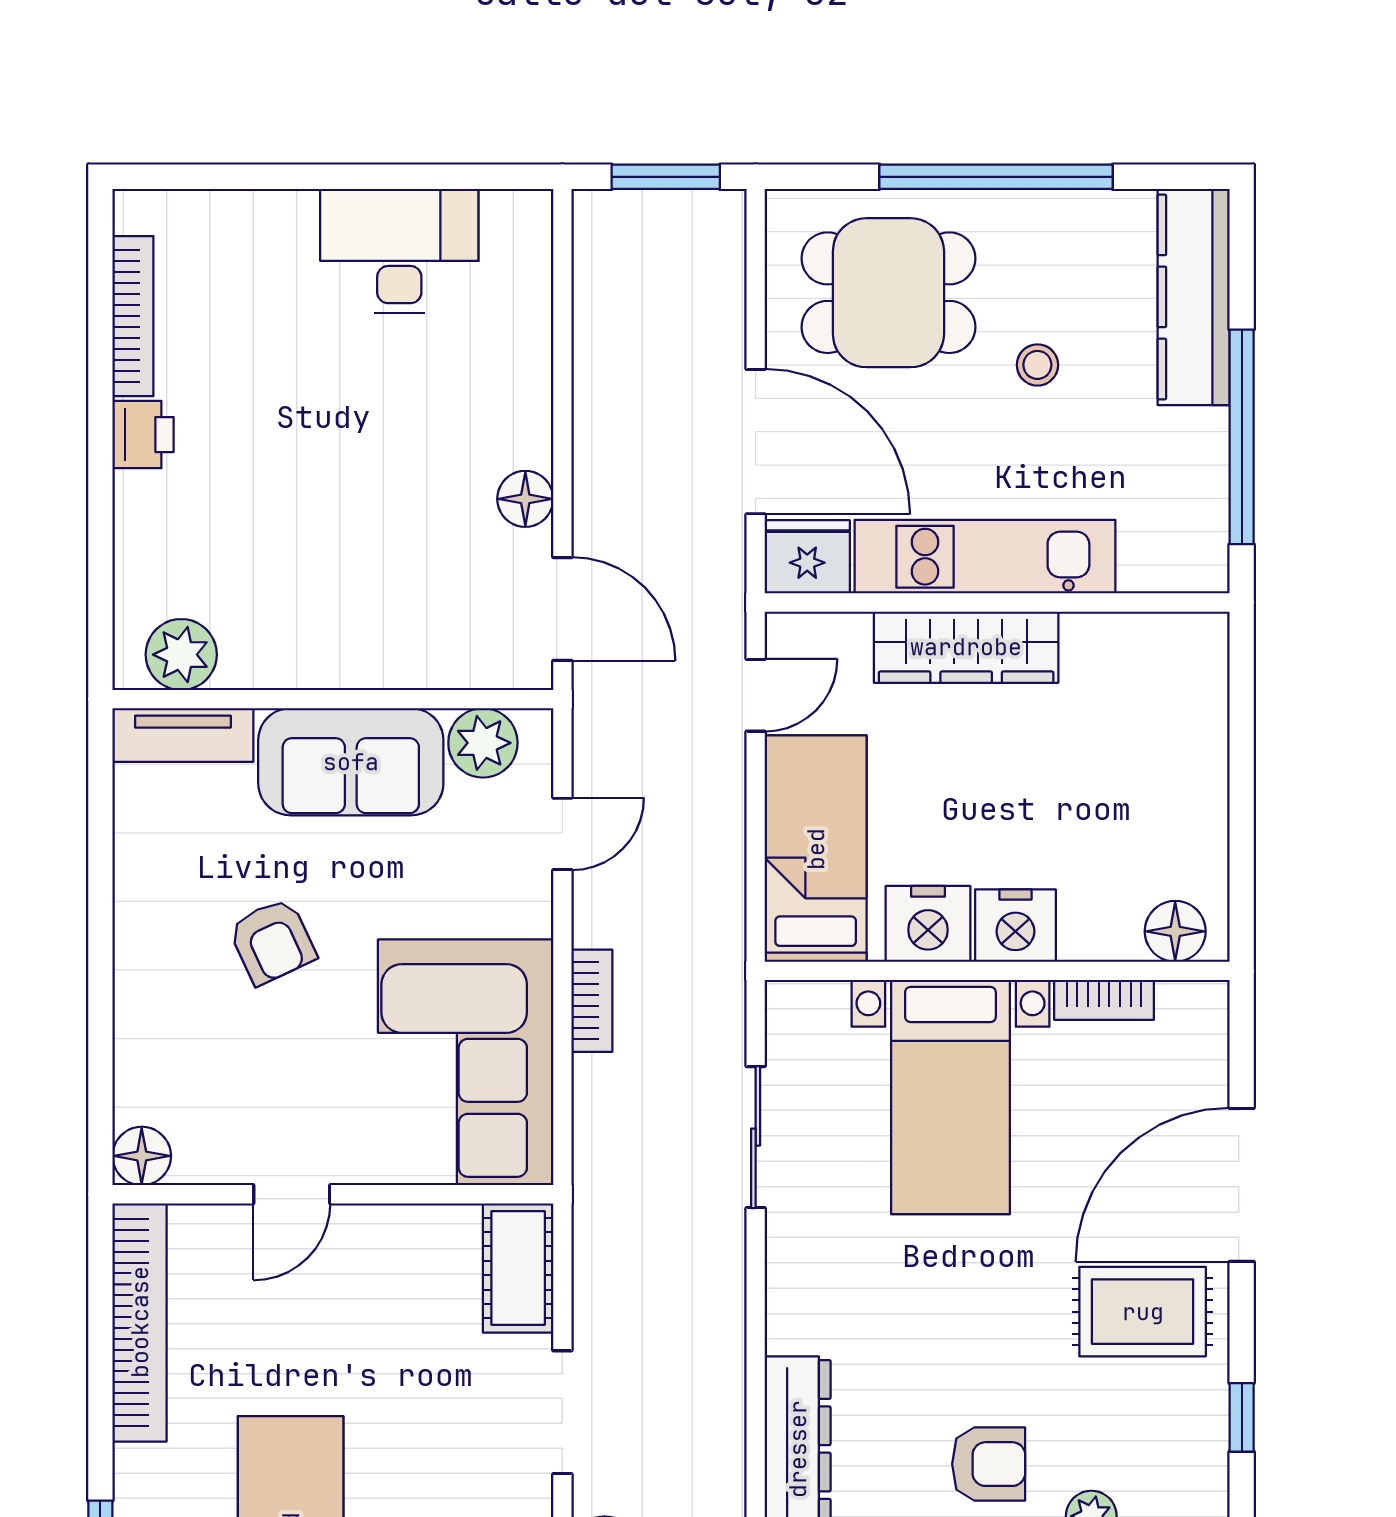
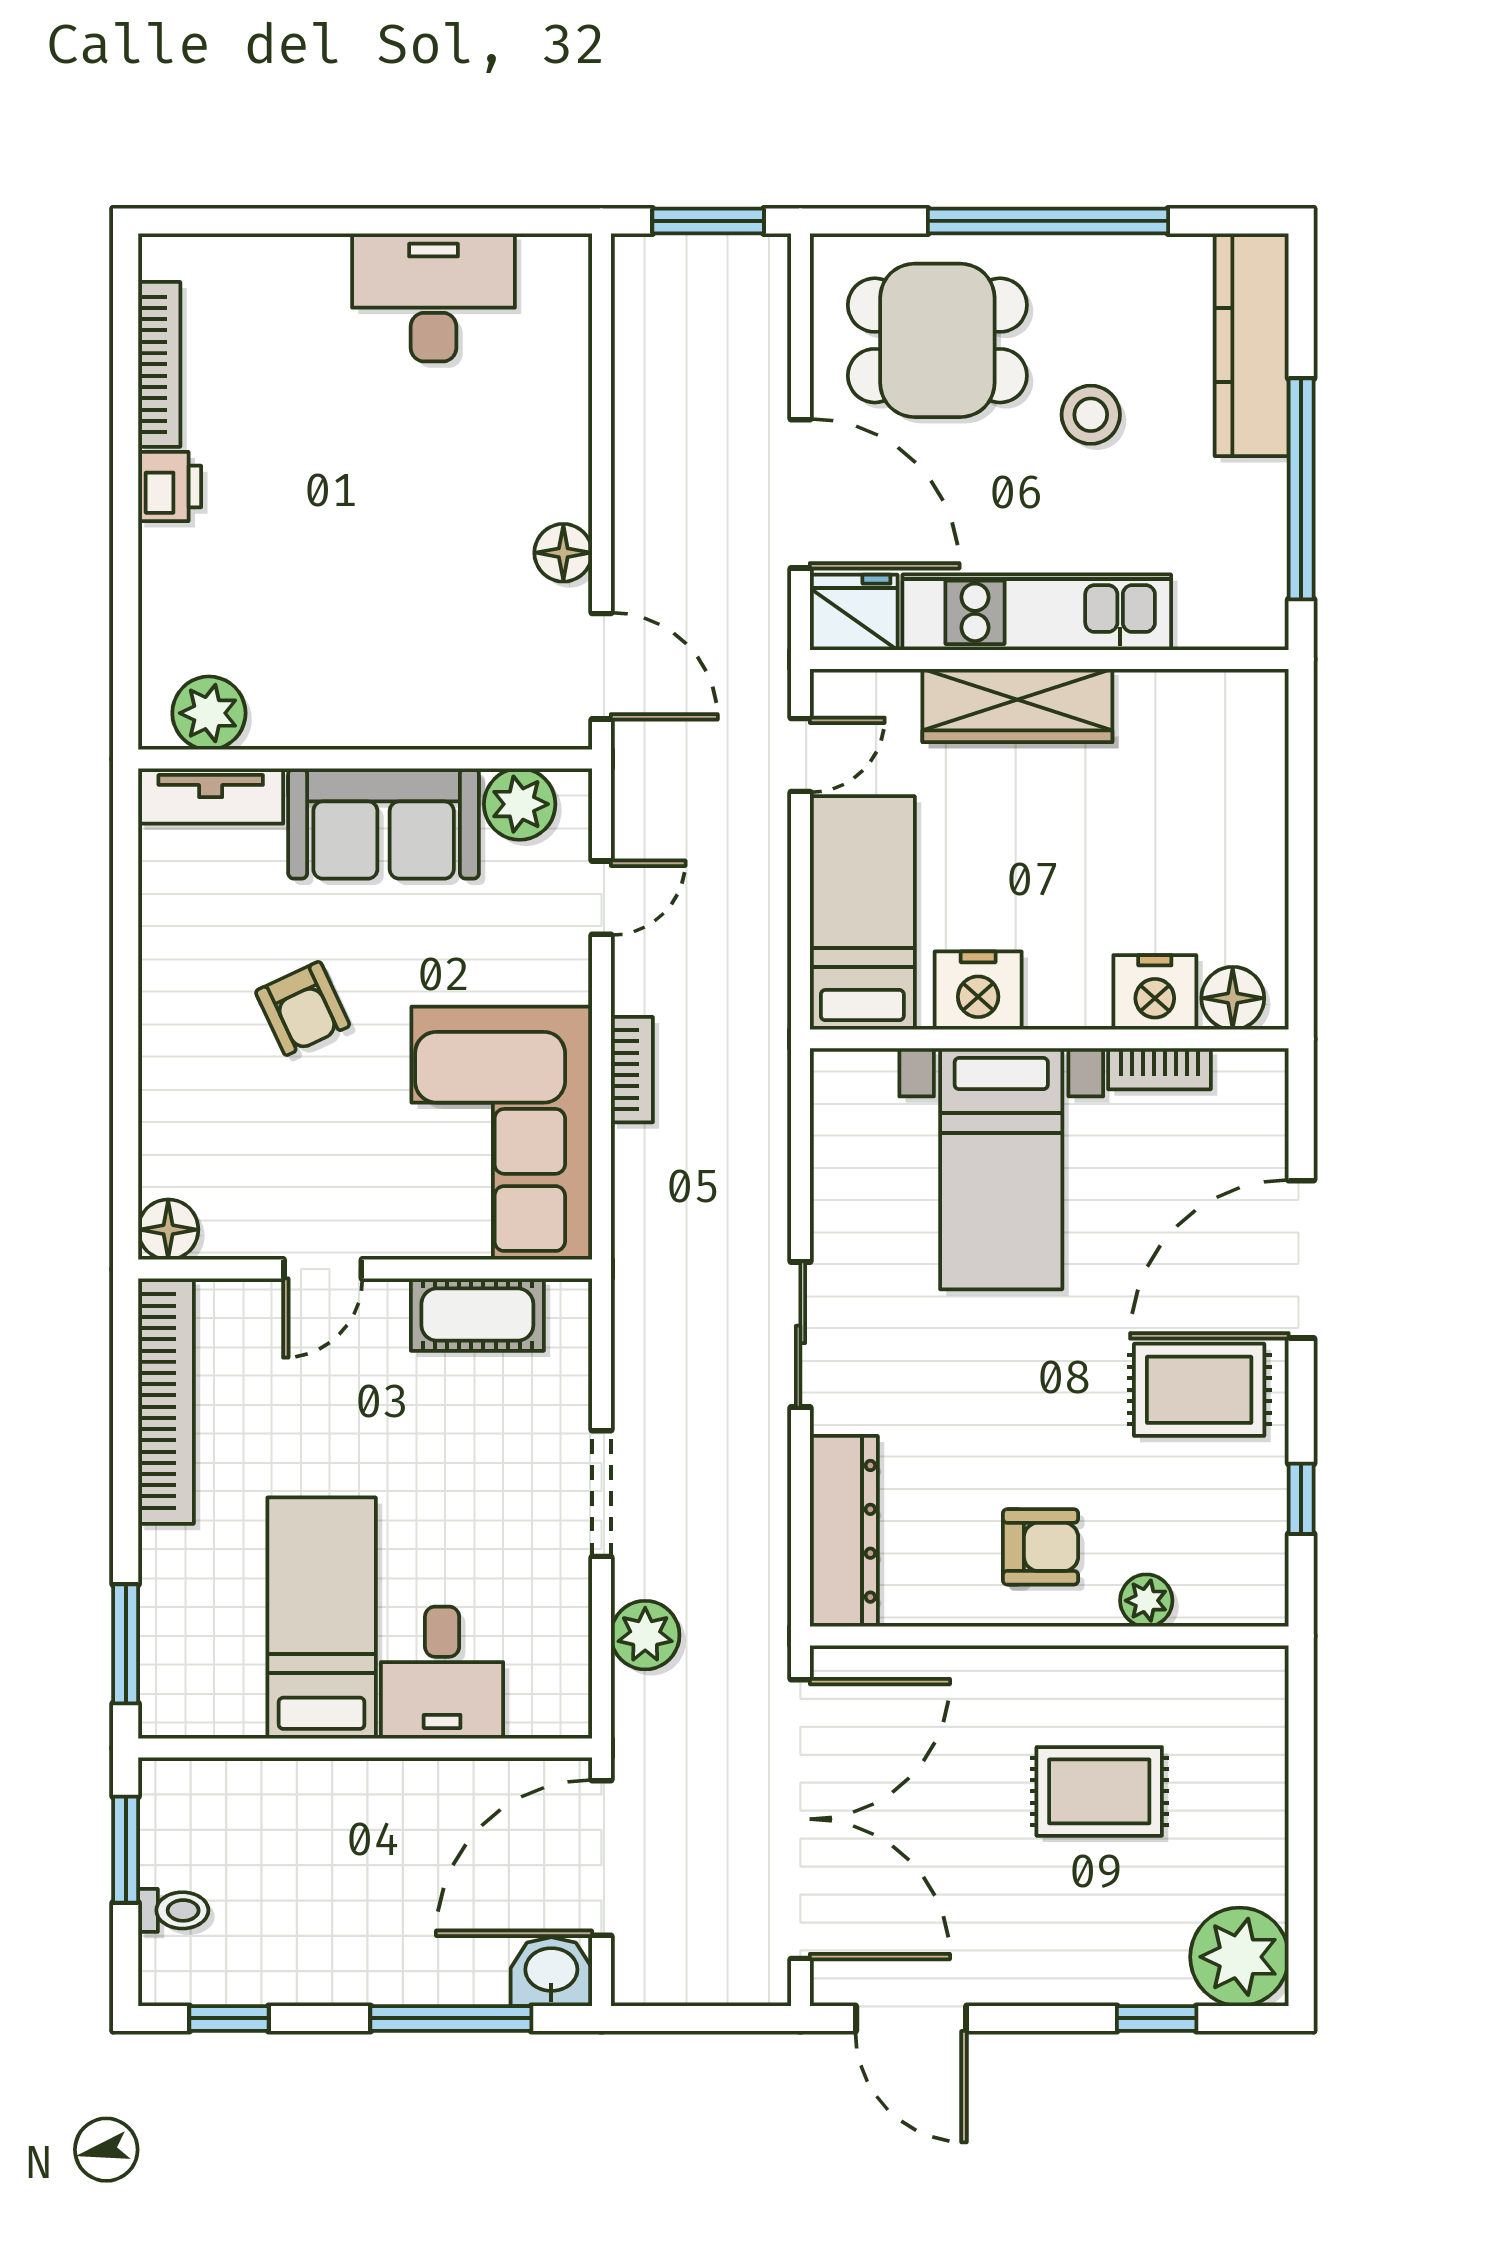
stool: (1037, 365) -> (1091, 415), width x1.37, depth x1.37
nightstand: (1015, 926) -> (1155, 992), moved
sliding door: (756, 1137) -> (800, 1334), moved
cot: (518, 1268) -> (477, 1315), moved, turned 90

